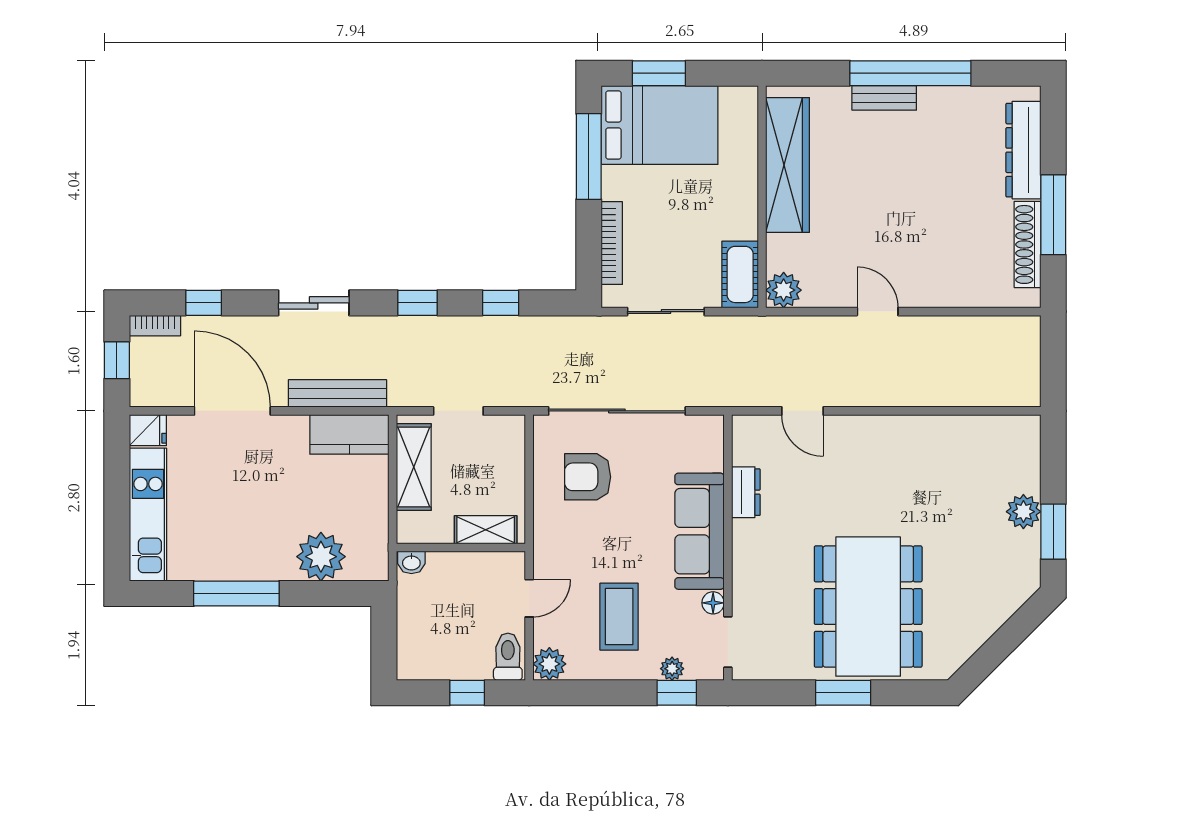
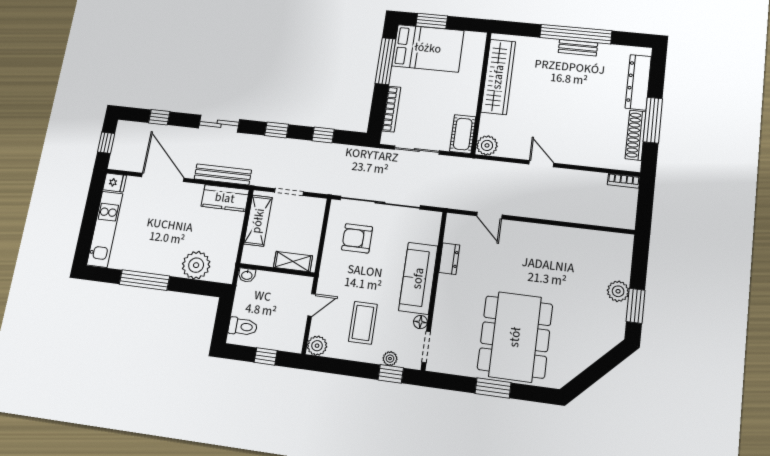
bench: (884, 98) -> (578, 48), moved
bookcase: (155, 326) -> (624, 181), moved
toilet: (508, 657) -> (243, 327), moved, turned 90

